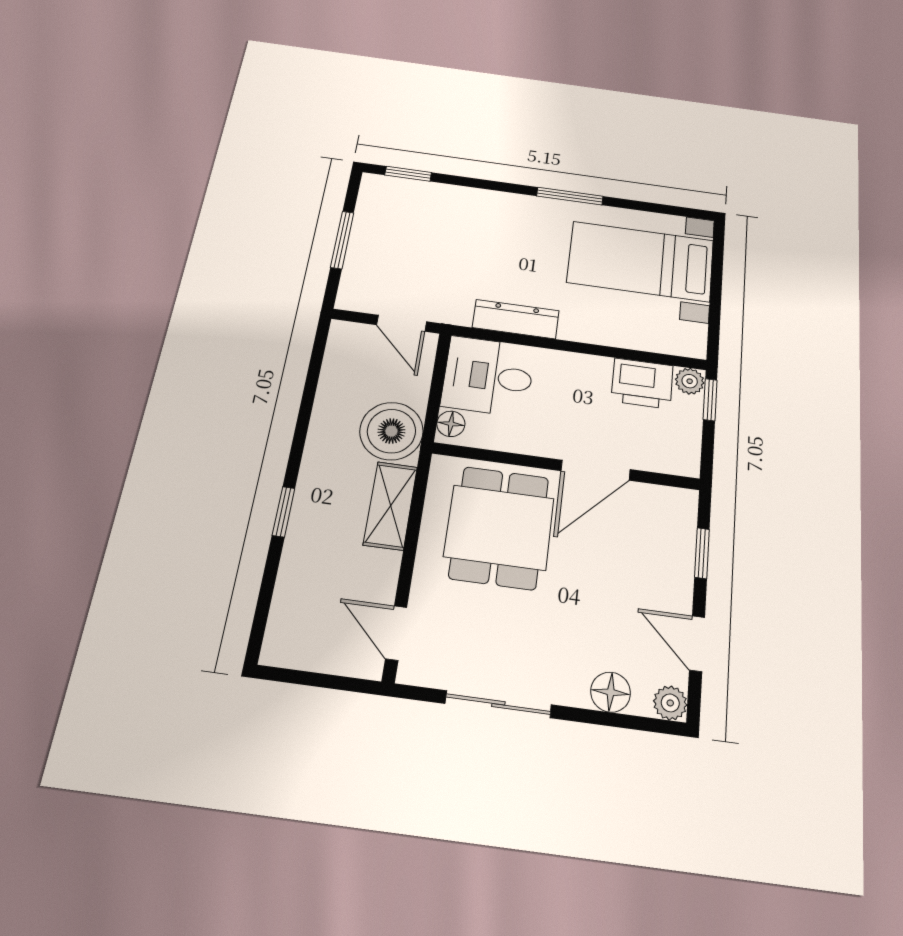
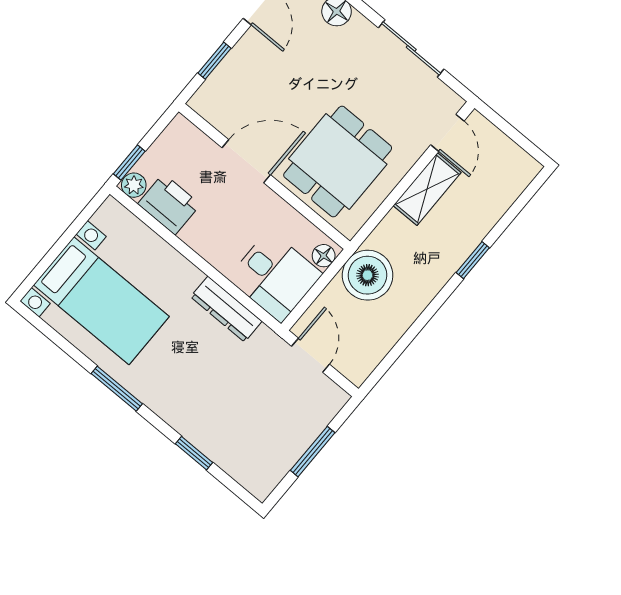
window: (408, 174) -> (194, 453), moved
shelving: (391, 506) -> (427, 189), moved

